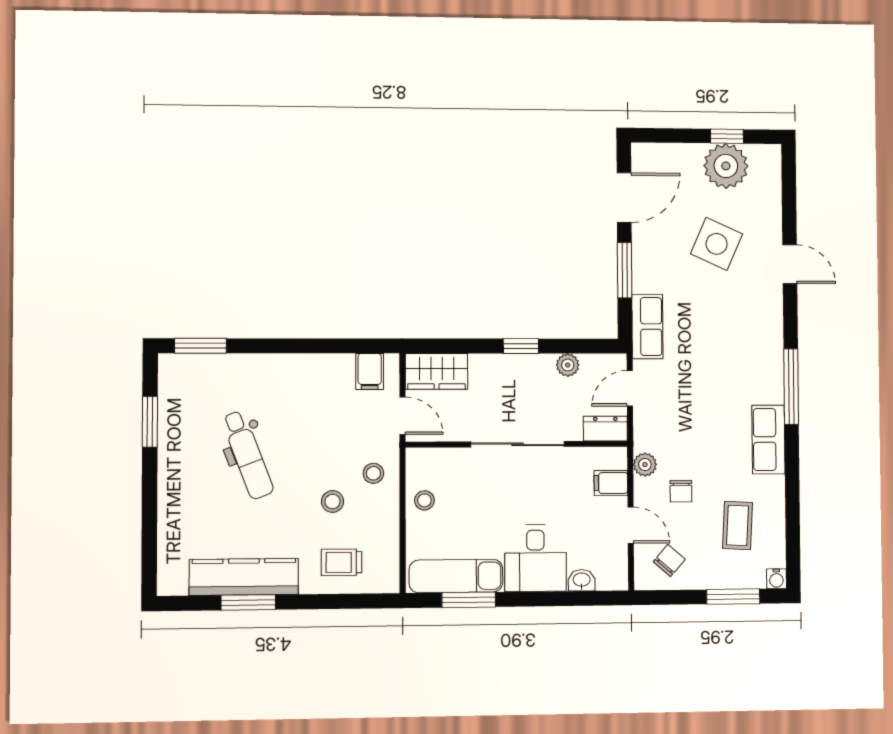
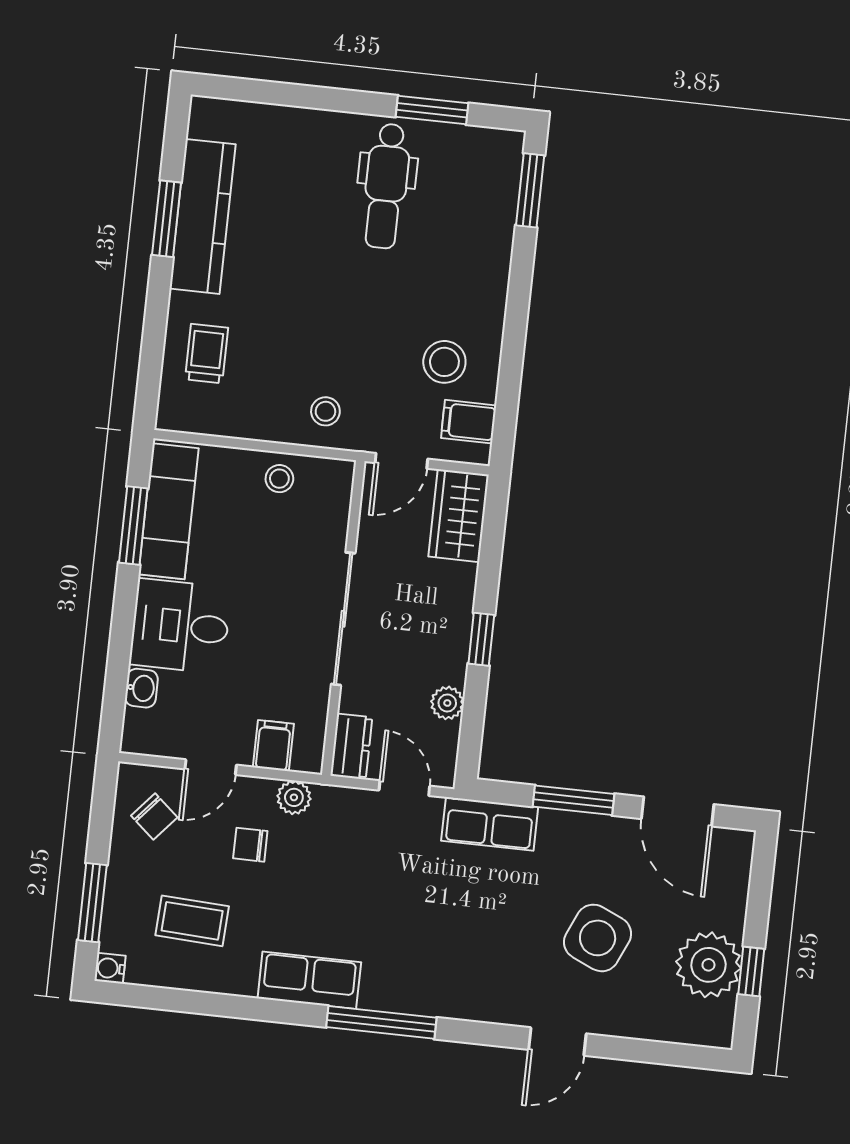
dental chair: (247, 455) -> (386, 186), moved, turned -69
stool: (333, 501) -> (444, 362), moved, width x1.37, depth x1.37

